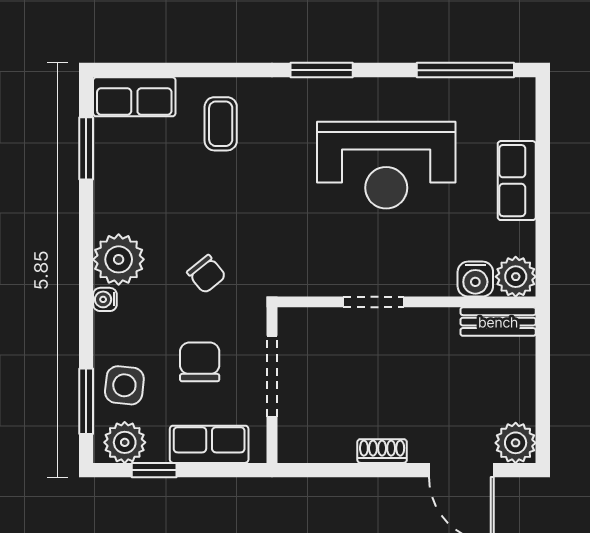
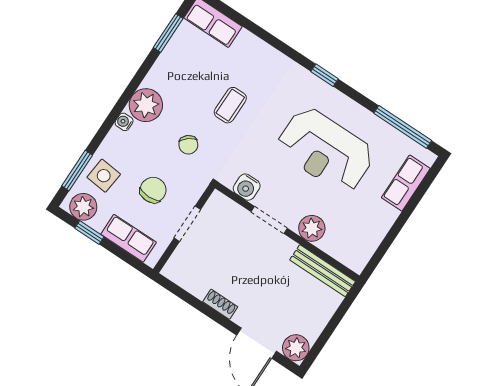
window: (322, 70) -> (325, 75), width x0.67
coffee table: (221, 124) -> (230, 105), moved
row of seats: (517, 181) -> (406, 183), moved
plant: (516, 277) -> (312, 228), moved
water cooler: (475, 279) -> (247, 187), moved
bench: (498, 322) -> (323, 271), width x1.36
doorway: (272, 376) -> (187, 224), width x0.73

